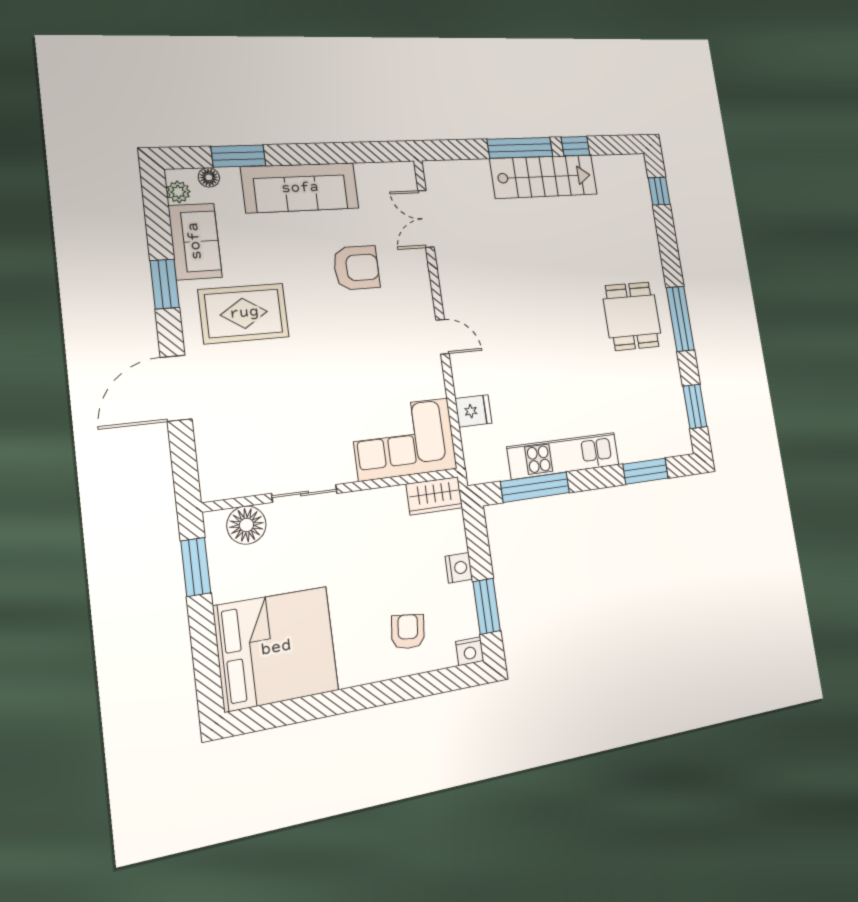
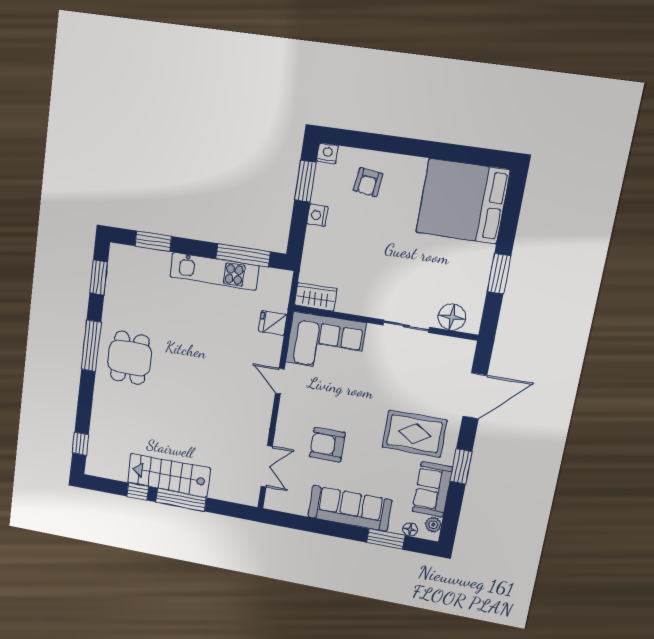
corner sofa: (404, 439) -> (326, 343), moved
wall: (335, 489) -> (385, 323), moved
sliding door: (305, 493) -> (406, 326), moved
wardrobe: (434, 496) -> (316, 297), moved
floor lamp: (246, 525) -> (452, 317), moved

